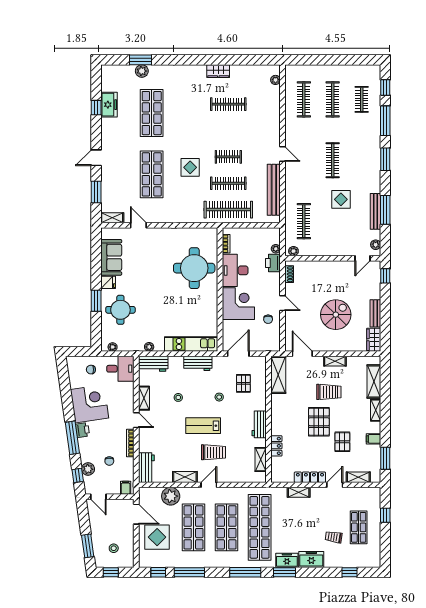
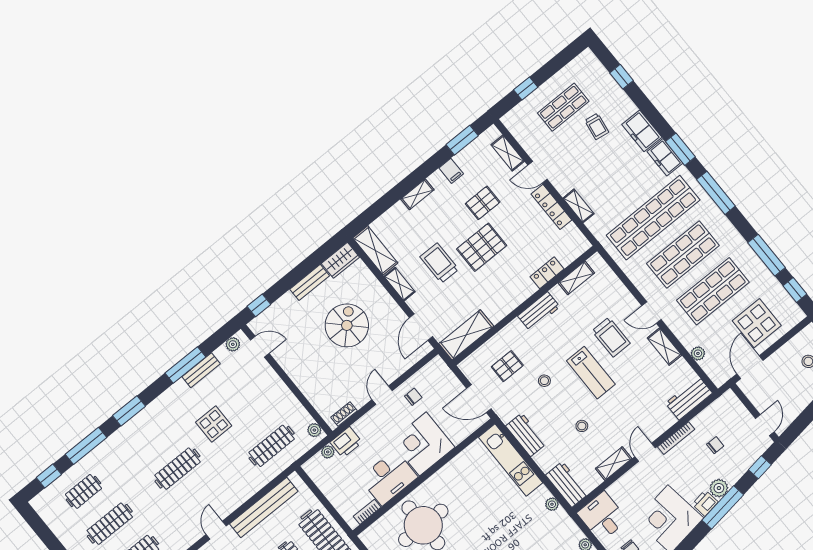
bench: (376, 211) -> (201, 370), width x0.73
spiral stairs: (336, 315) -> (347, 325), turned 90
shelving: (374, 382) -> (375, 250), moved, turned 90
trolley: (213, 452) -> (611, 337), turned 180
plant: (88, 469) -> (719, 488), moved
filing cabinet: (126, 488) -> (730, 403), removed
plant: (171, 496) -> (698, 353), width x0.53, depth x0.53

